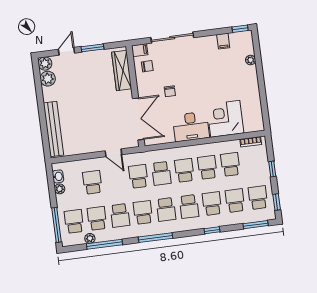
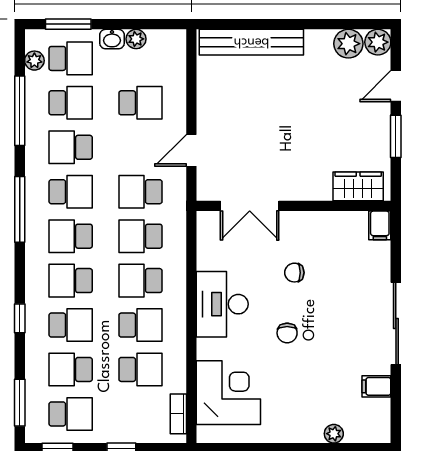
window: (240, 29) -> (396, 421), removed
sliding door: (172, 38) -> (396, 323), moved
door: (66, 51) -> (396, 86), swing flipped
chair: (147, 66) -> (287, 333), moved
wardrobe: (122, 70) -> (358, 186), width x0.67
double door: (138, 119) -> (250, 206), width x0.73
corner desk: (225, 119) -> (228, 393), moved
school desk: (184, 170) -> (140, 281), turned 180
washbasin: (58, 176) -> (112, 39), moved
school desk: (138, 176) -> (140, 192), turned 180
school desk: (235, 201) -> (71, 369), turned 180
window: (56, 225) -> (68, 24), width x0.69
plant: (90, 238) -> (34, 61), moved

